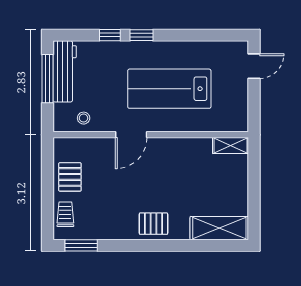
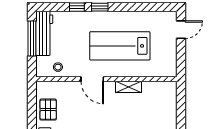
door: (131, 135) -> (92, 79), hinge flipped
shelving: (230, 145) -> (128, 87), moved

